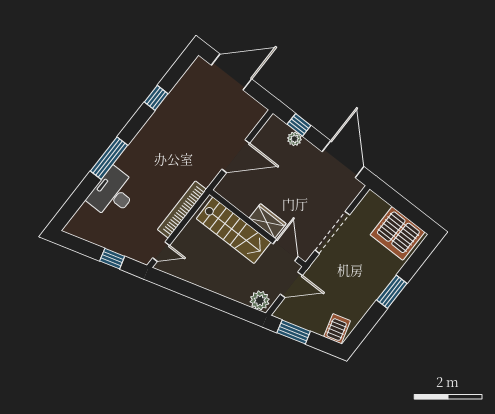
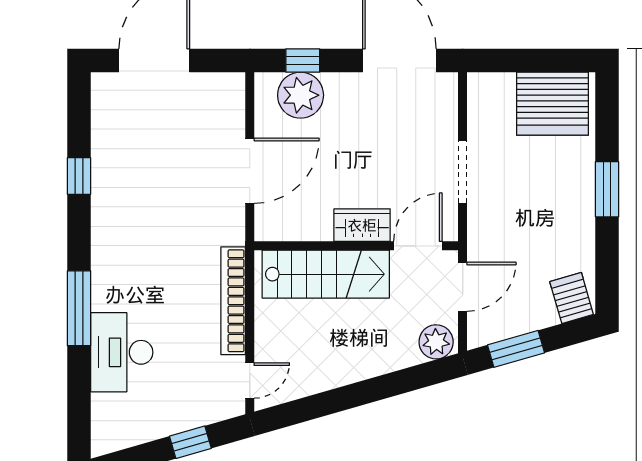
plant: (294, 139) -> (301, 95), width x1.87, depth x1.87
doorway: (332, 233) -> (463, 172), width x0.73
door: (286, 250) -> (418, 246), hinge flipped

